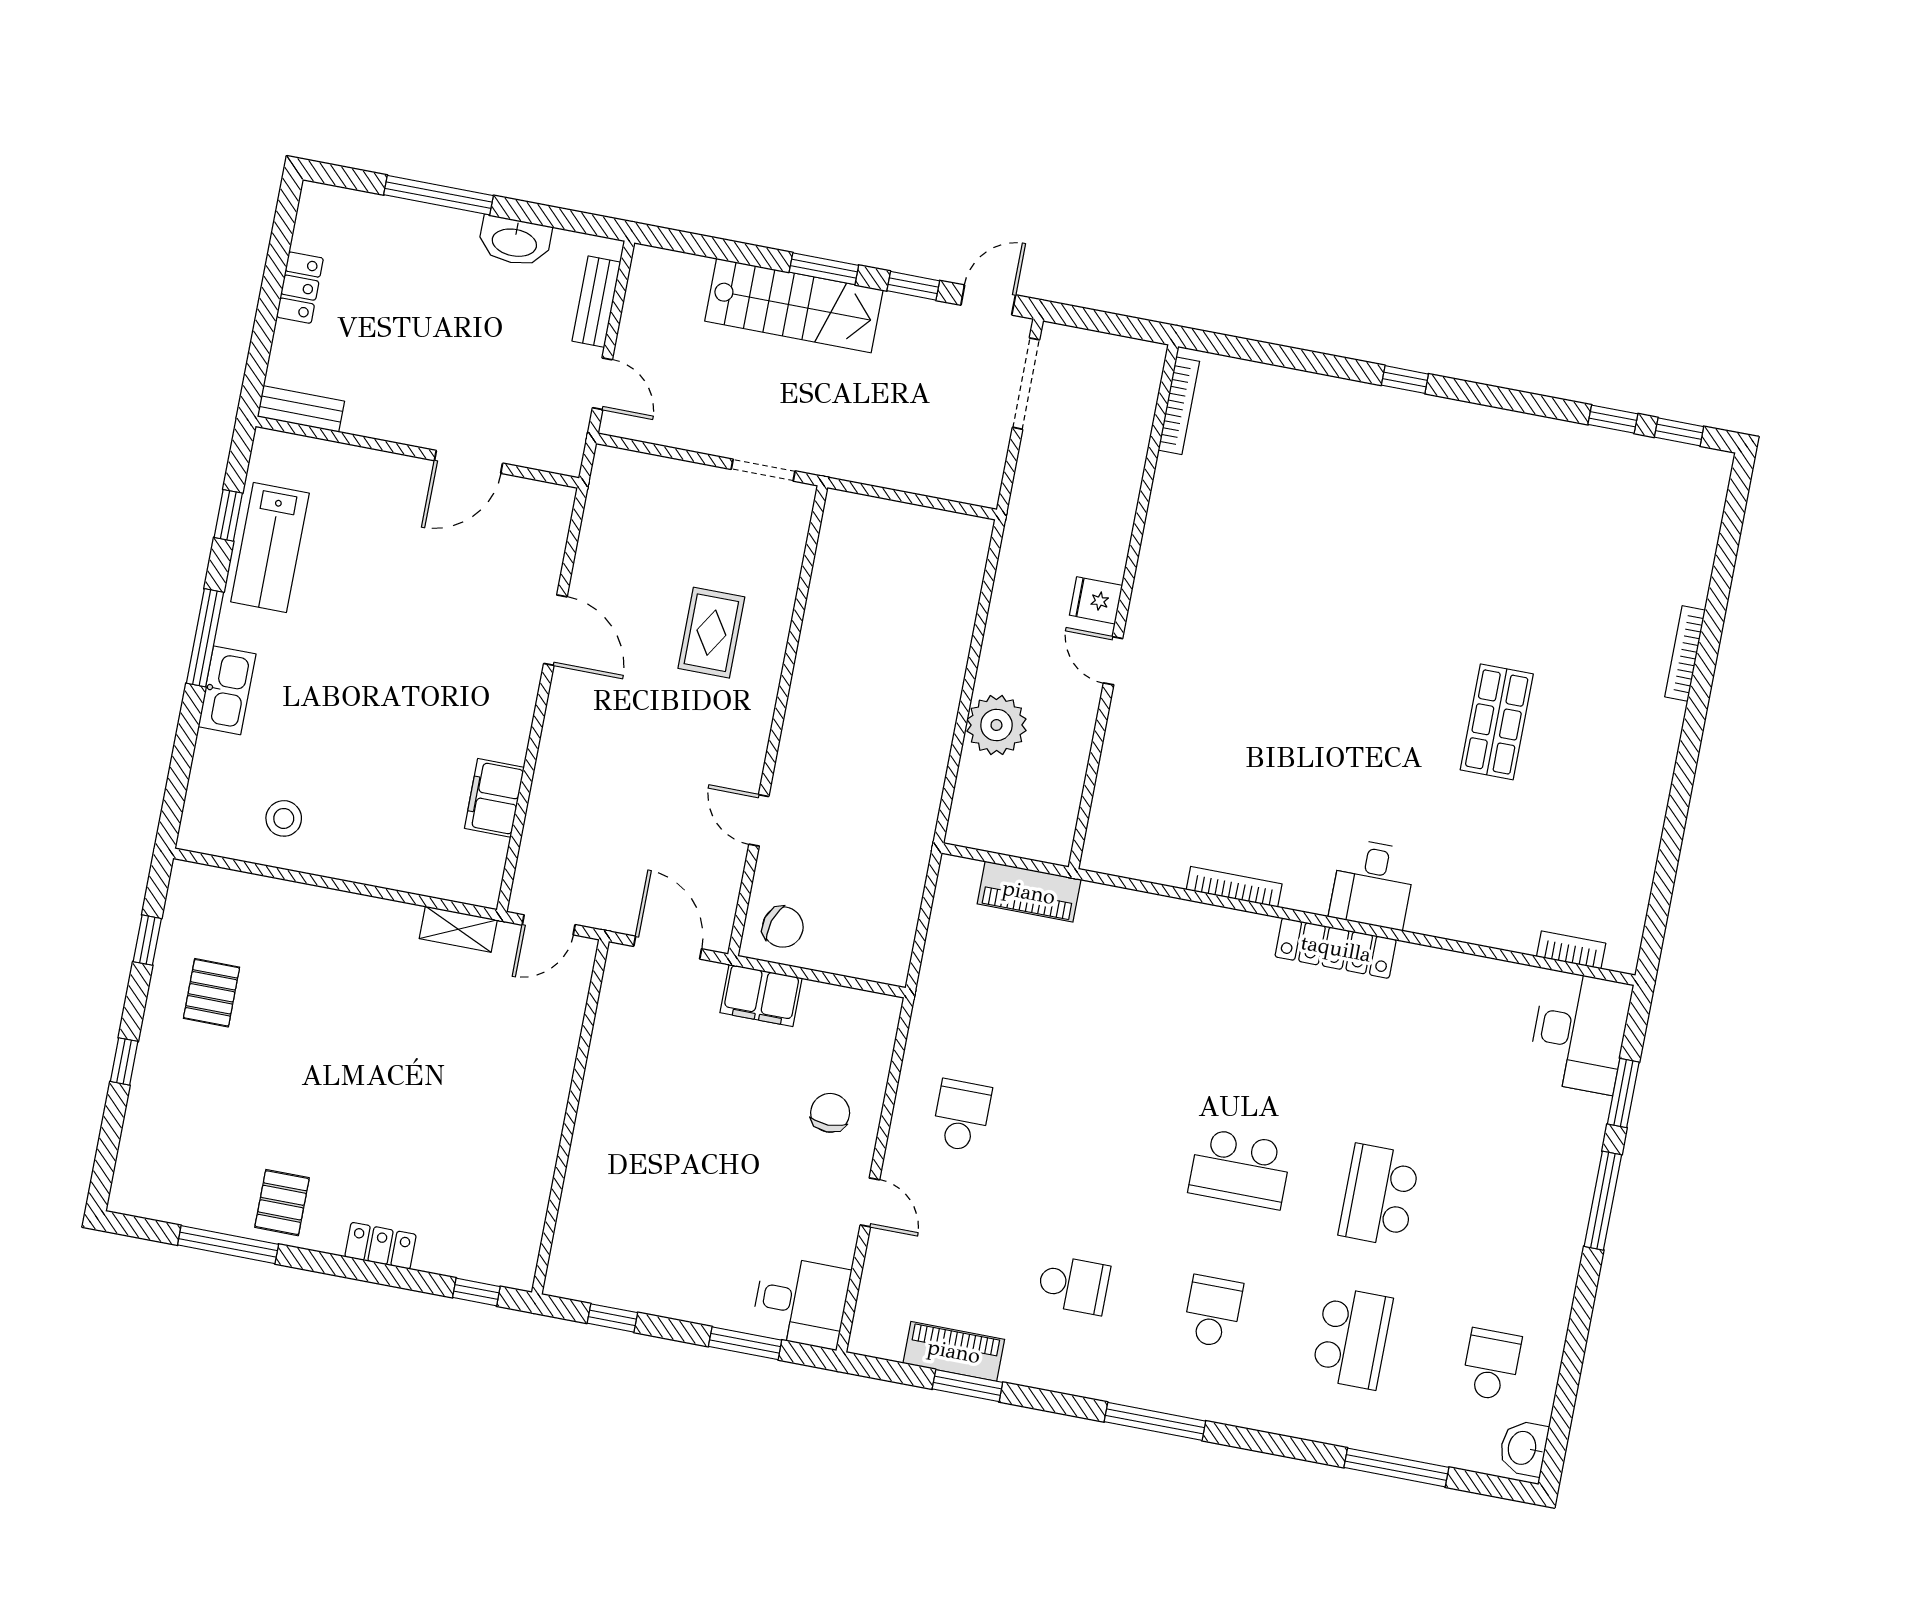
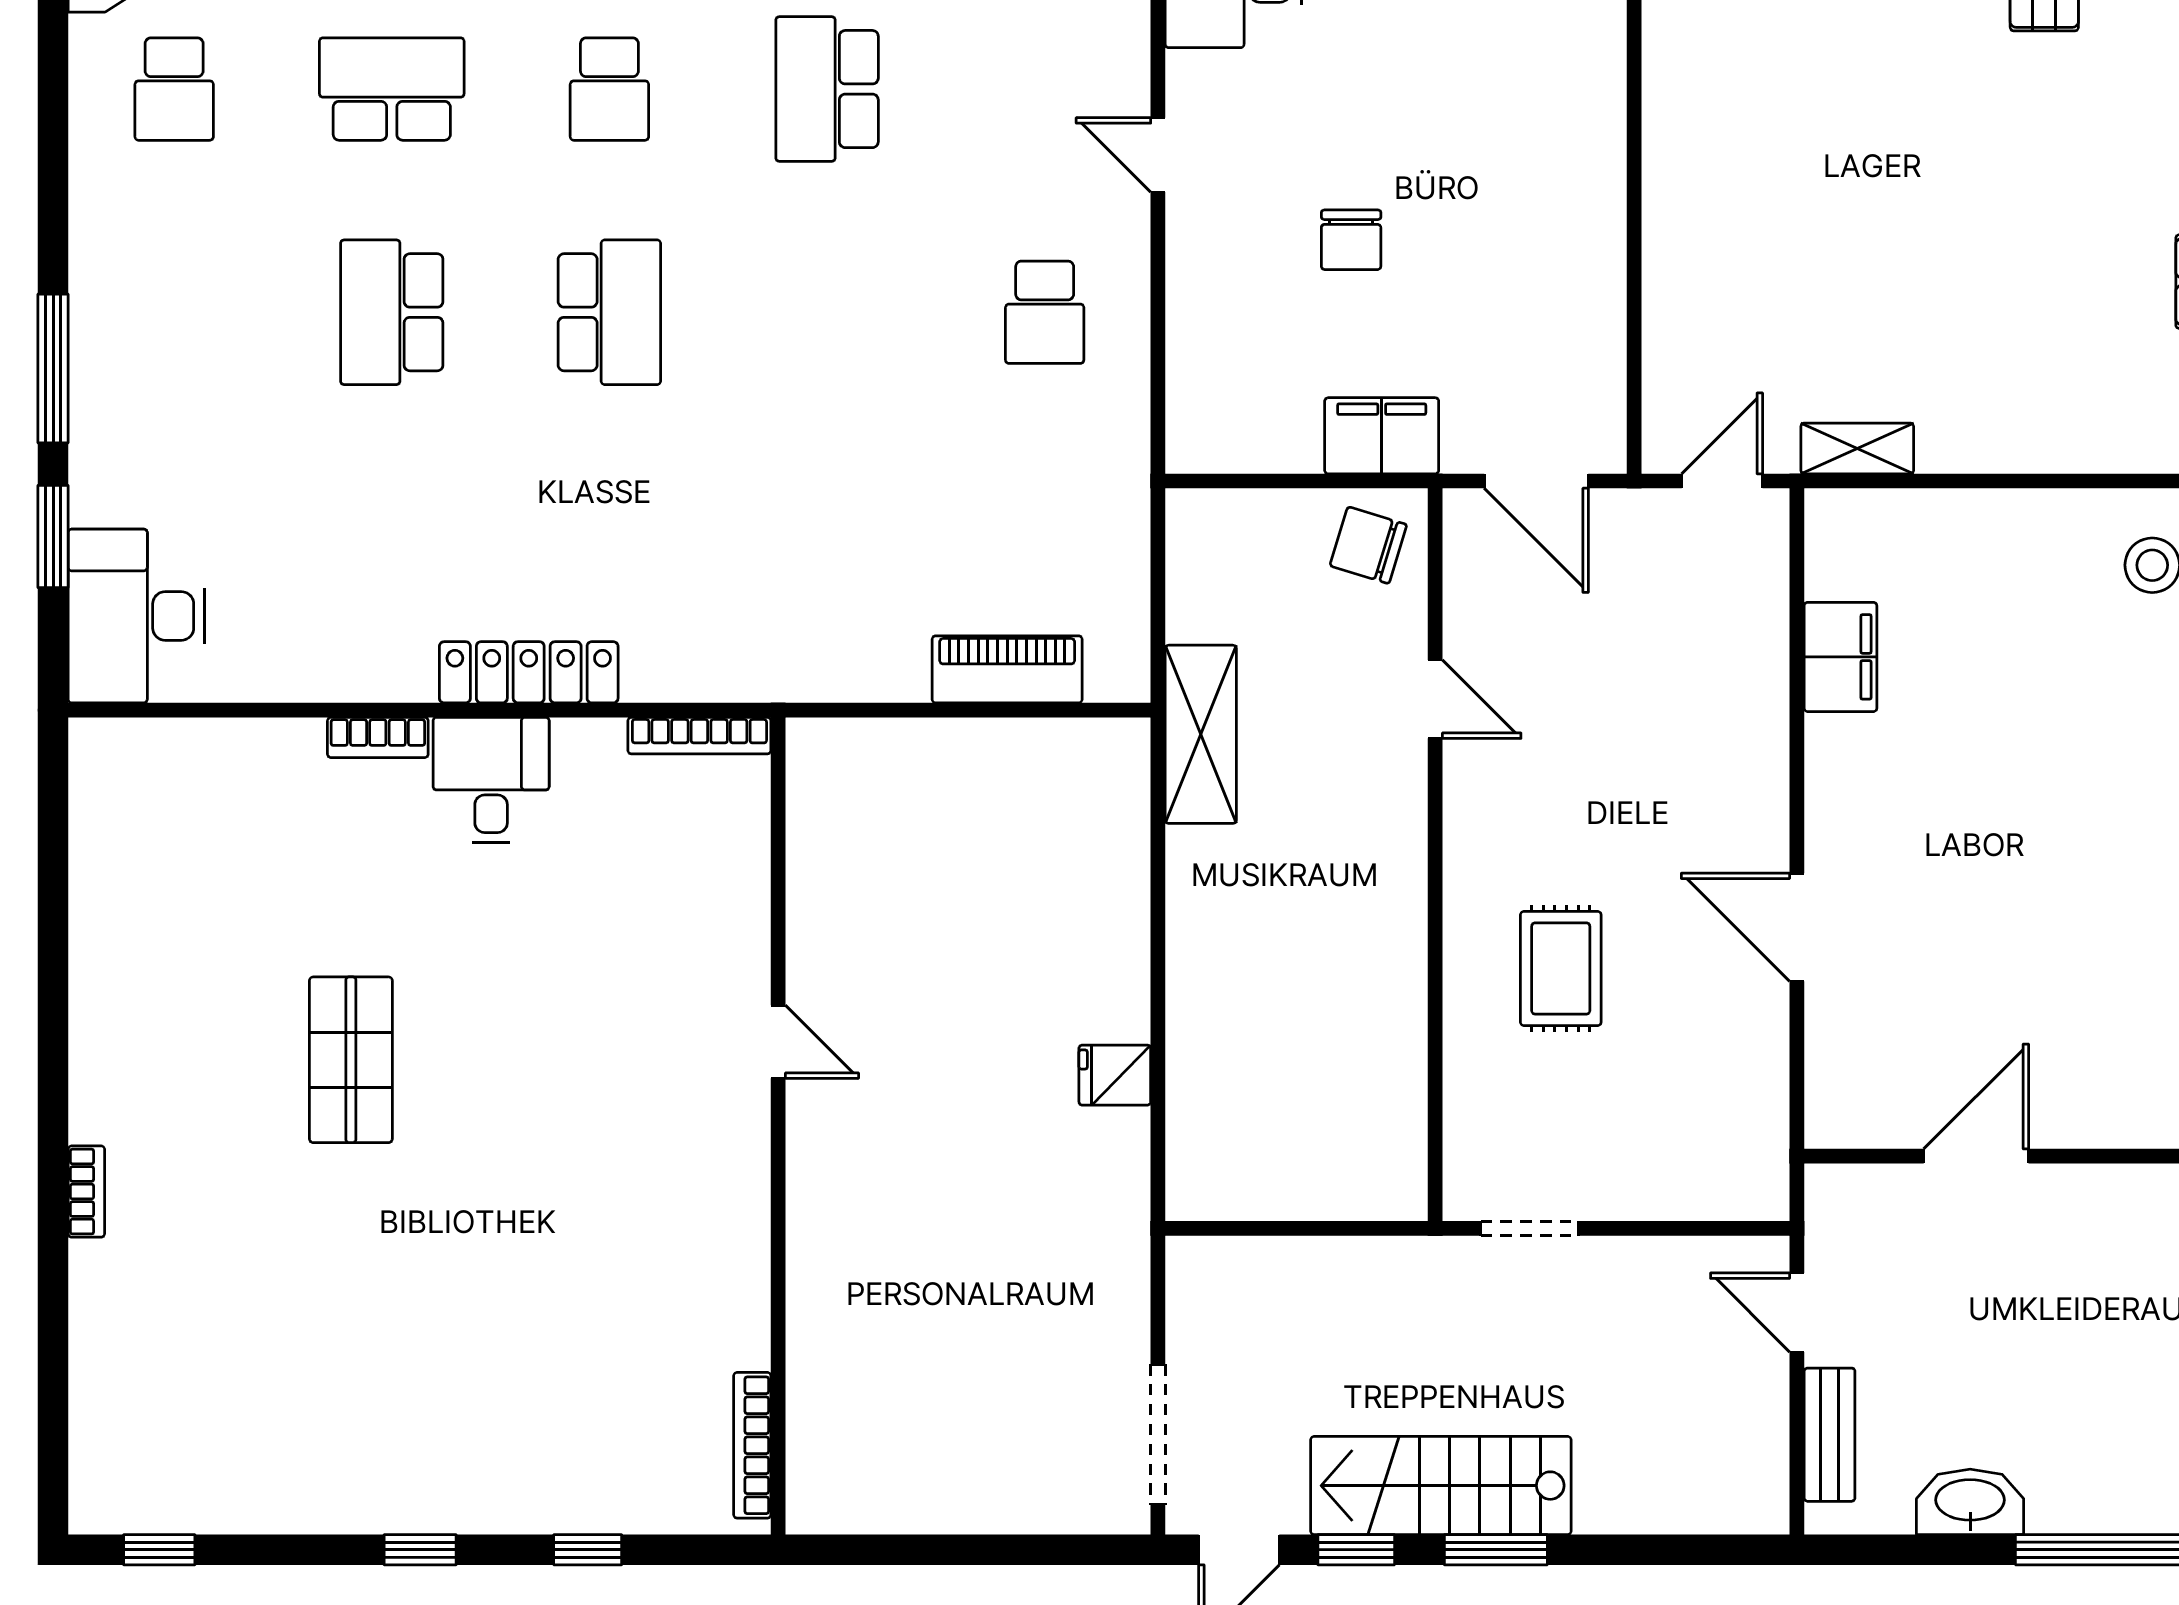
stairs: (794, 306) -> (1441, 1486), moved
bookcase: (1179, 406) -> (752, 1445), moved
window: (1613, 419) -> (420, 1550), moved
fridge: (1096, 600) -> (1115, 1075), moved, turned 180
wall: (1123, 607) -> (778, 1126), moved
bookcase: (1685, 653) -> (86, 1192), width x0.64
door: (1113, 661) -> (778, 1042), moved
plant: (996, 725) -> (1104, 911), removed
shelving: (913, 826) -> (1201, 734), added
bookcase: (1571, 950) -> (378, 737), moved
chair: (830, 1113) -> (1351, 240), moved
school desk: (1240, 1169) -> (609, 312), turned 90
school desk: (1379, 1195) -> (392, 312), turned 180
school desk: (1074, 1285) -> (827, 89), width x1.85
school desk: (1352, 1338) -> (392, 89), turned 90

